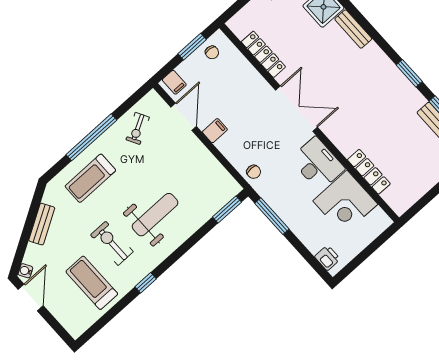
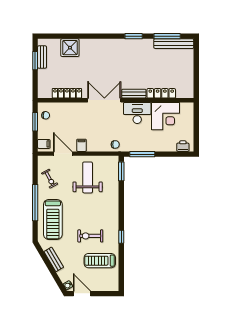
bench: (353, 29) -> (134, 94), moved
treadmill: (90, 178) -> (53, 219), width x1.37, depth x1.38
weight bench: (155, 215) -> (88, 177), moved

